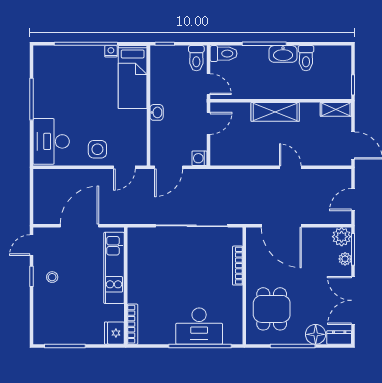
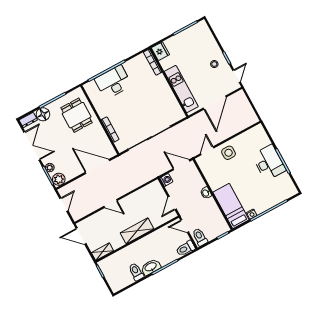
desk: (51, 141) -> (269, 163), moved
door: (169, 167) -> (181, 165), hinge flipped

